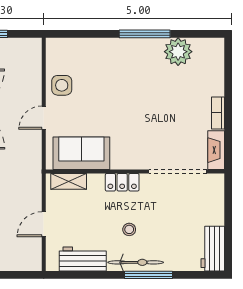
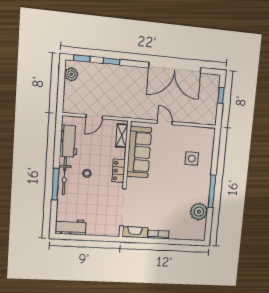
side table: (62, 85) -> (192, 158), moved
sofa: (81, 153) -> (139, 152), width x1.36
door: (44, 224) -> (94, 117), swing flipped

